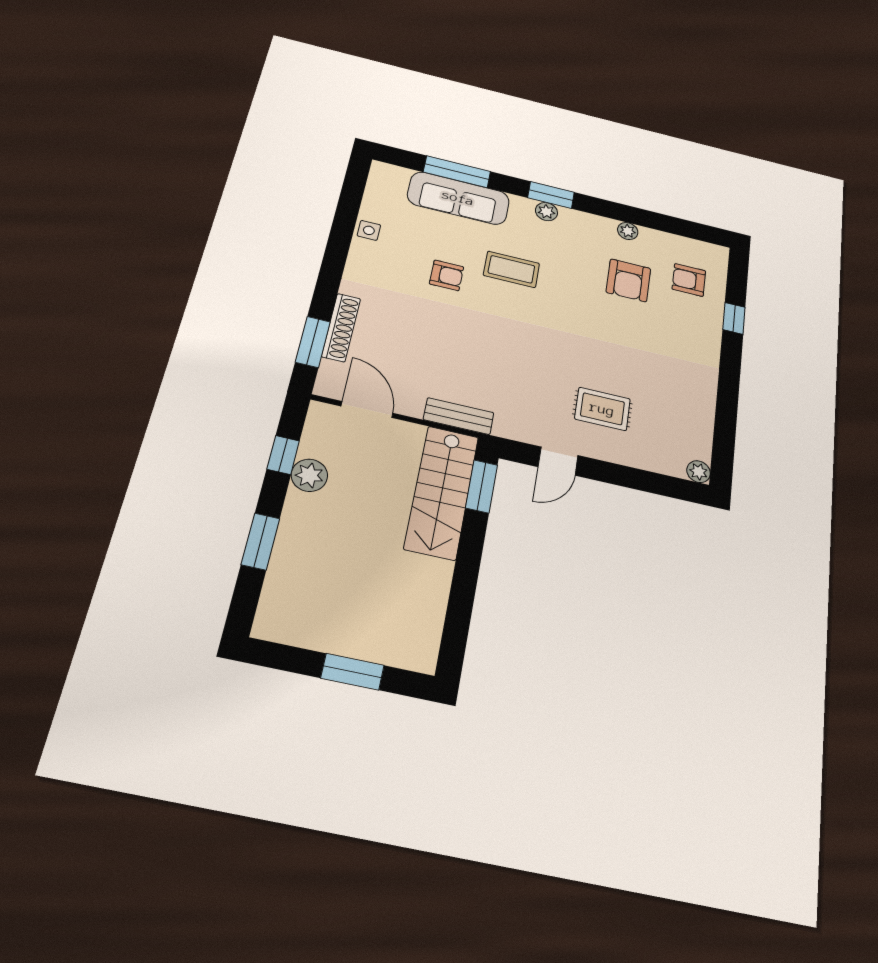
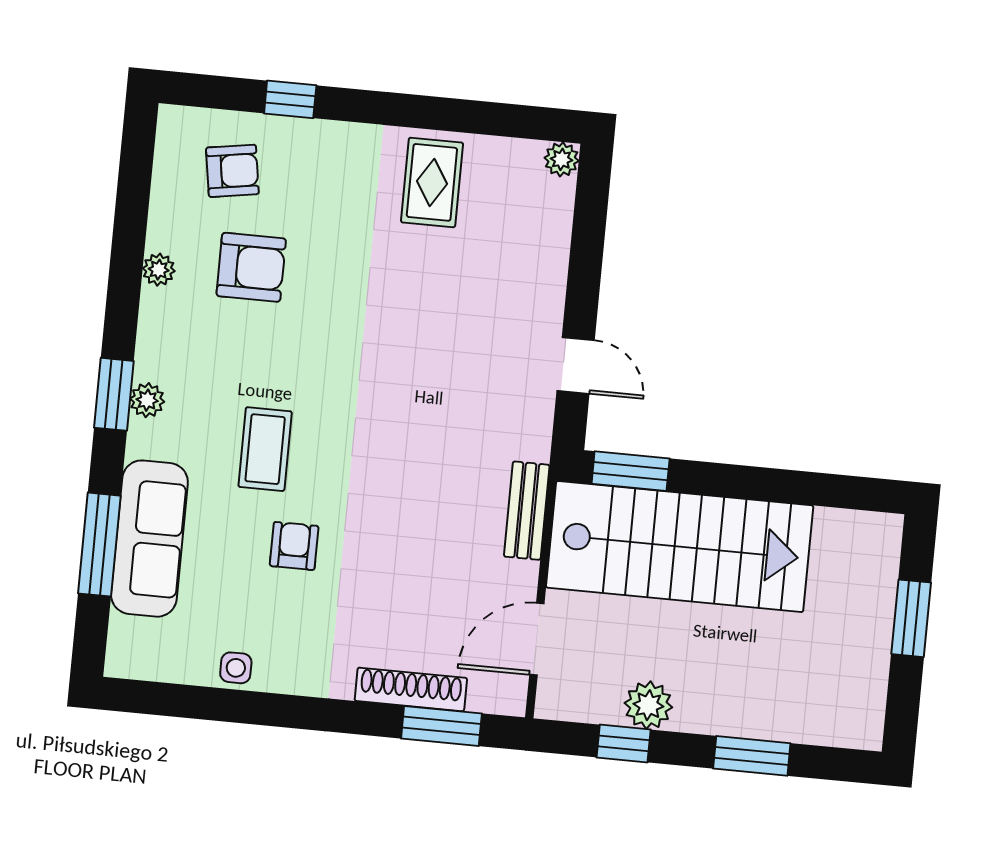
armchair: (689, 280) -> (232, 171), turned -99
rug: (602, 409) -> (432, 182), moved
stairs: (442, 492) -> (680, 547), width x1.36, depth x1.51

